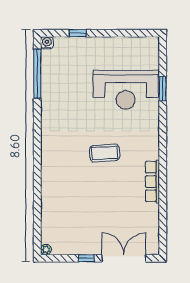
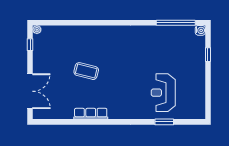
reception desk: (126, 90) -> (163, 93), width x0.74, depth x0.77
coffee table: (105, 153) -> (86, 71), moved, turned -72
window: (86, 258) -> (30, 45), moved

